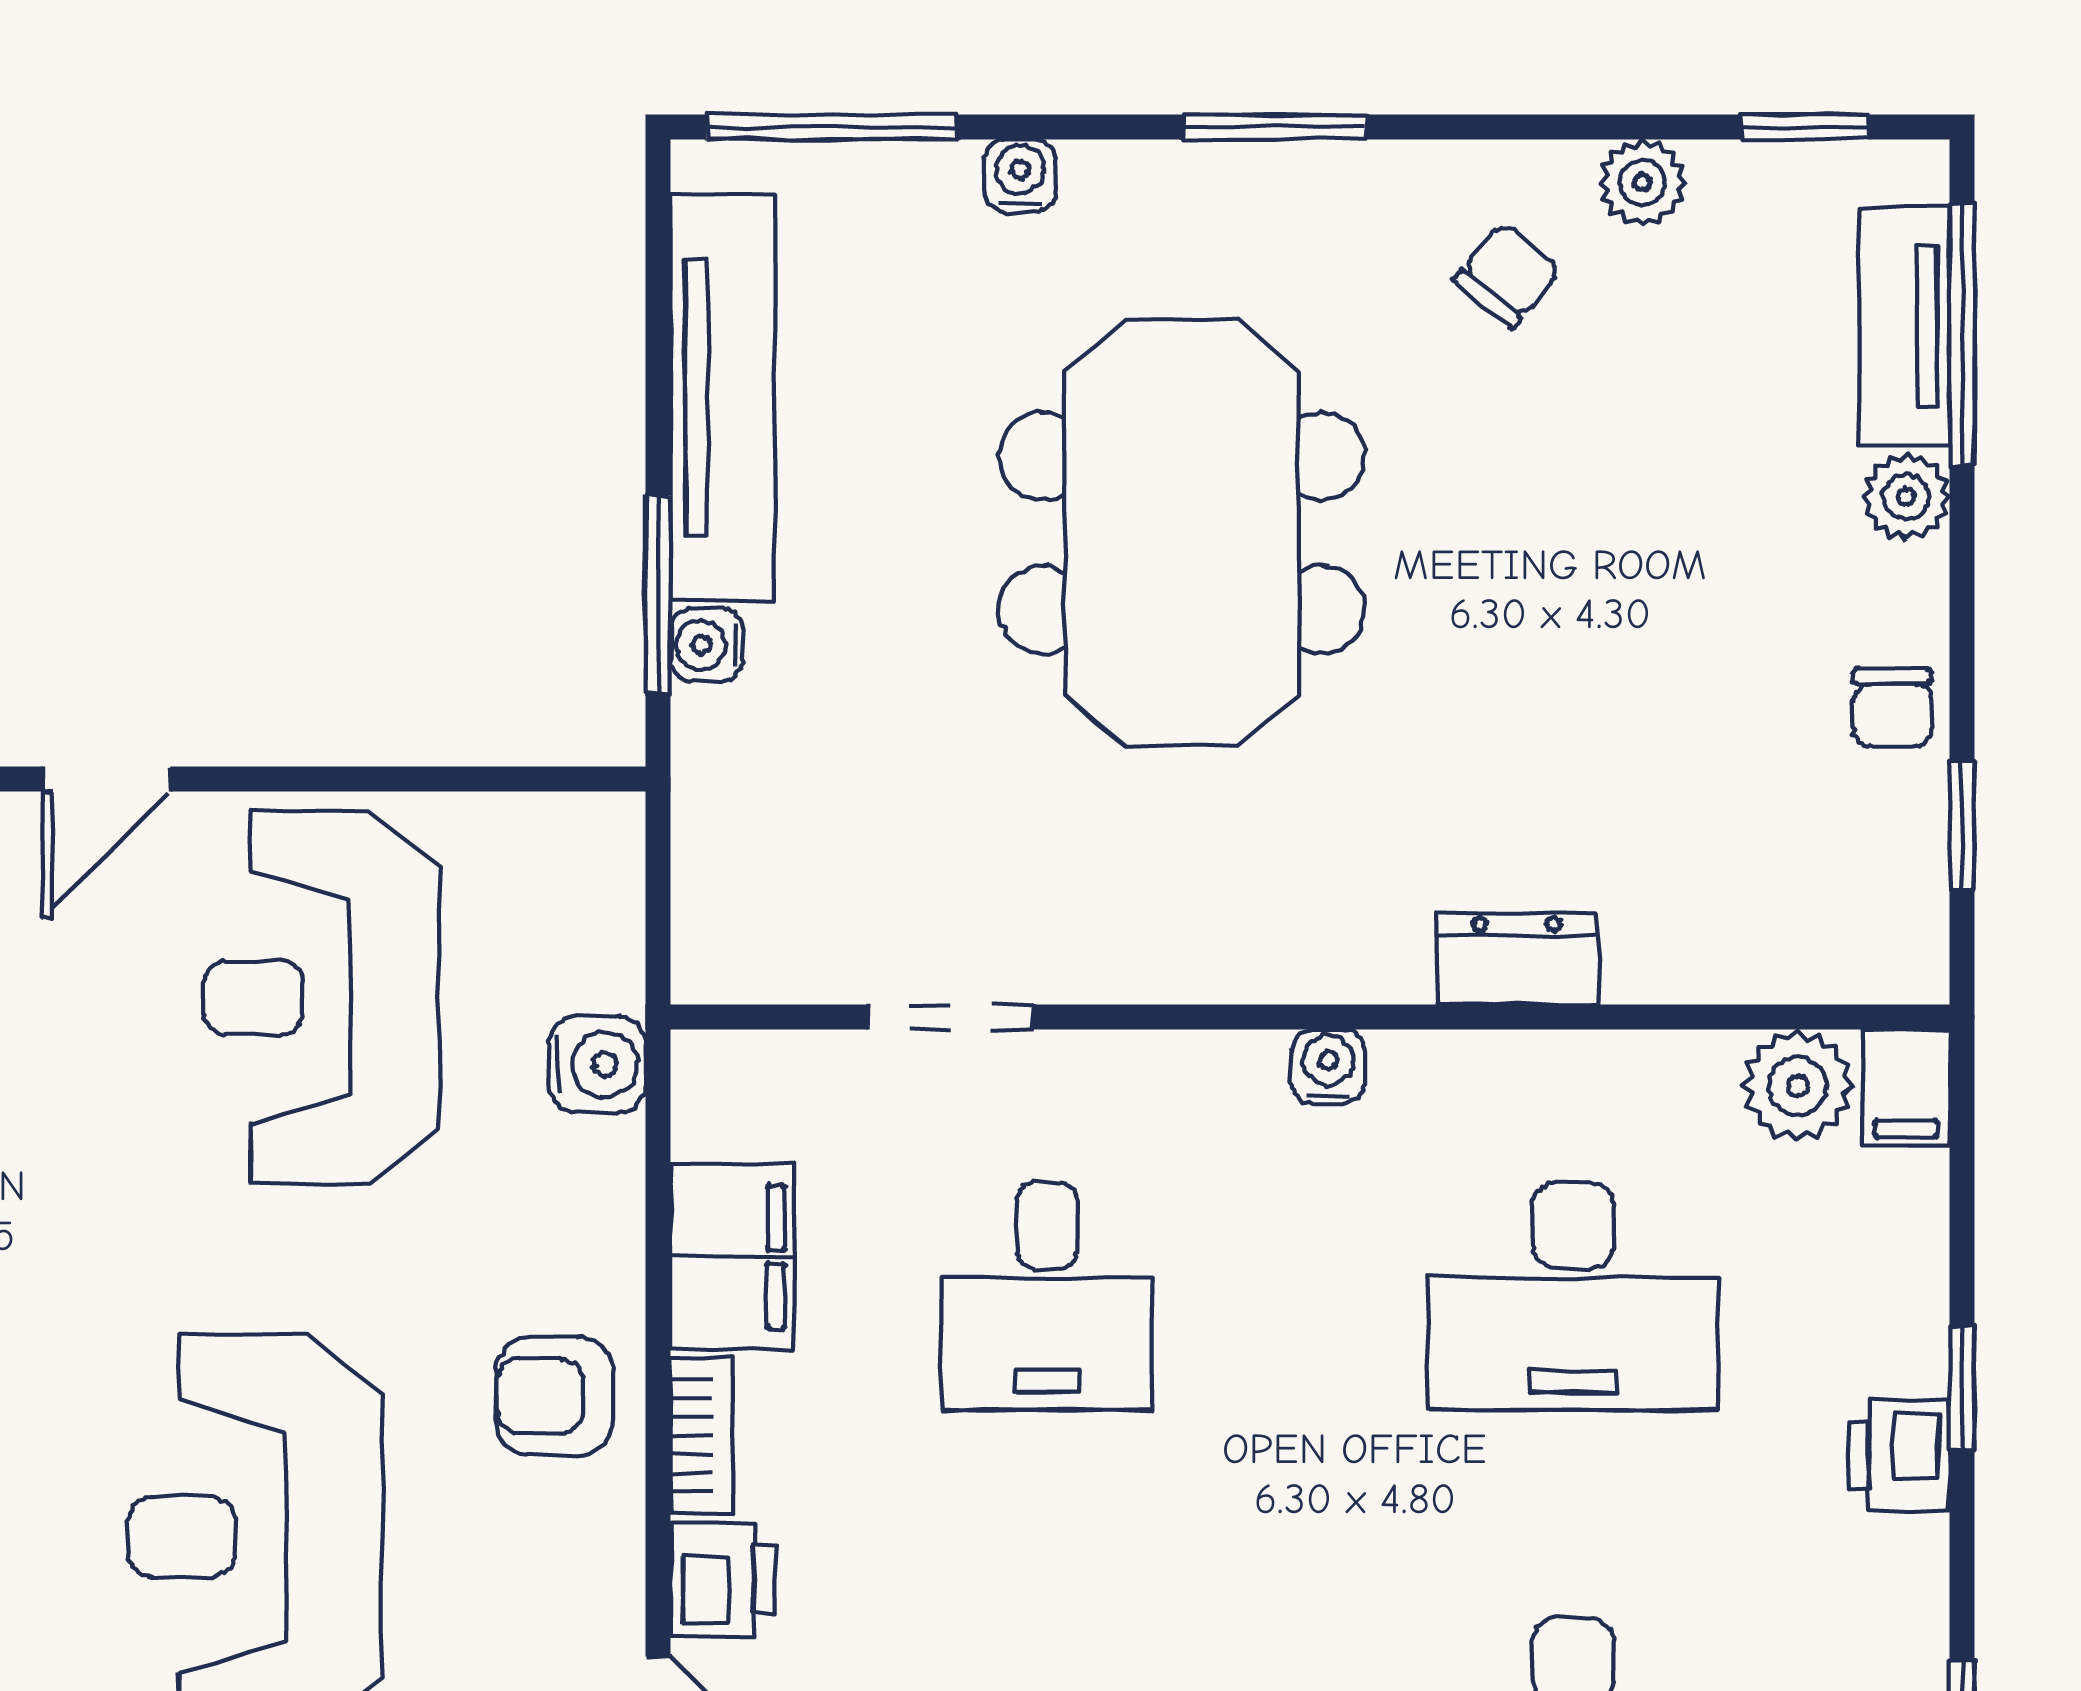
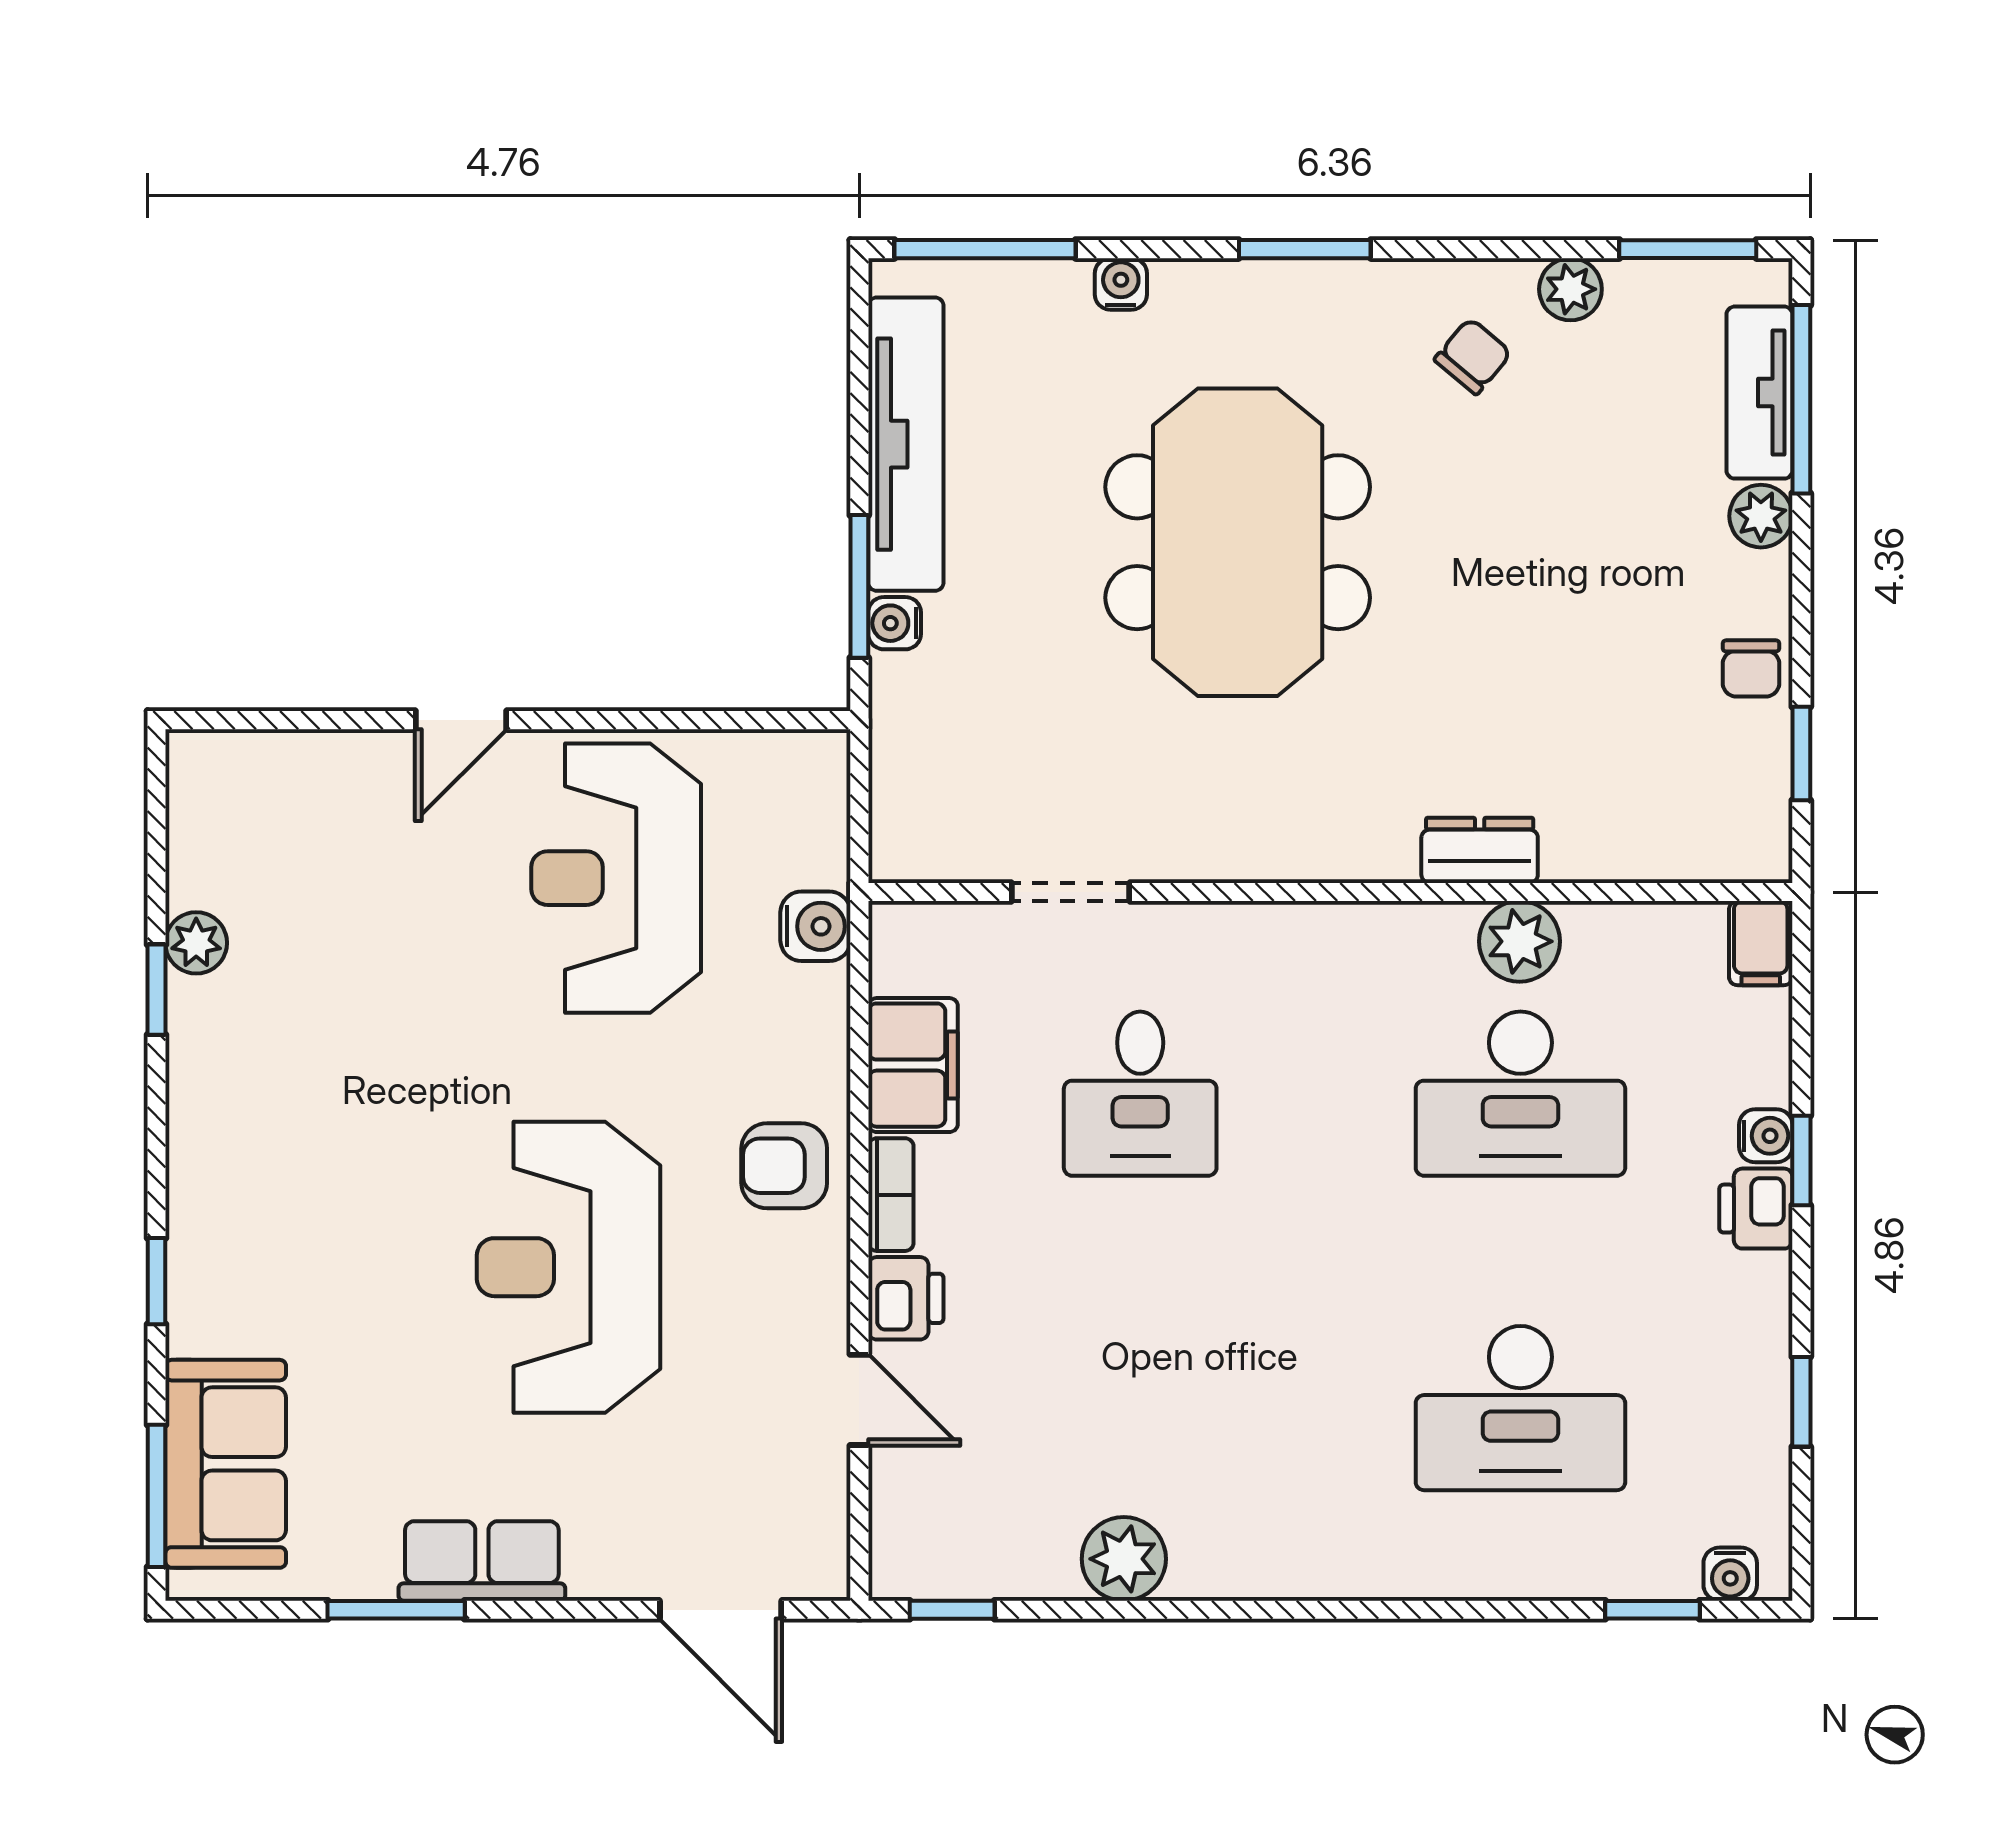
window: (1805, 127) -> (1688, 249), width x1.50
water cooler: (1328, 1066) -> (1766, 1136), moved, turned 90
plant: (1798, 1085) -> (1519, 941), moved

